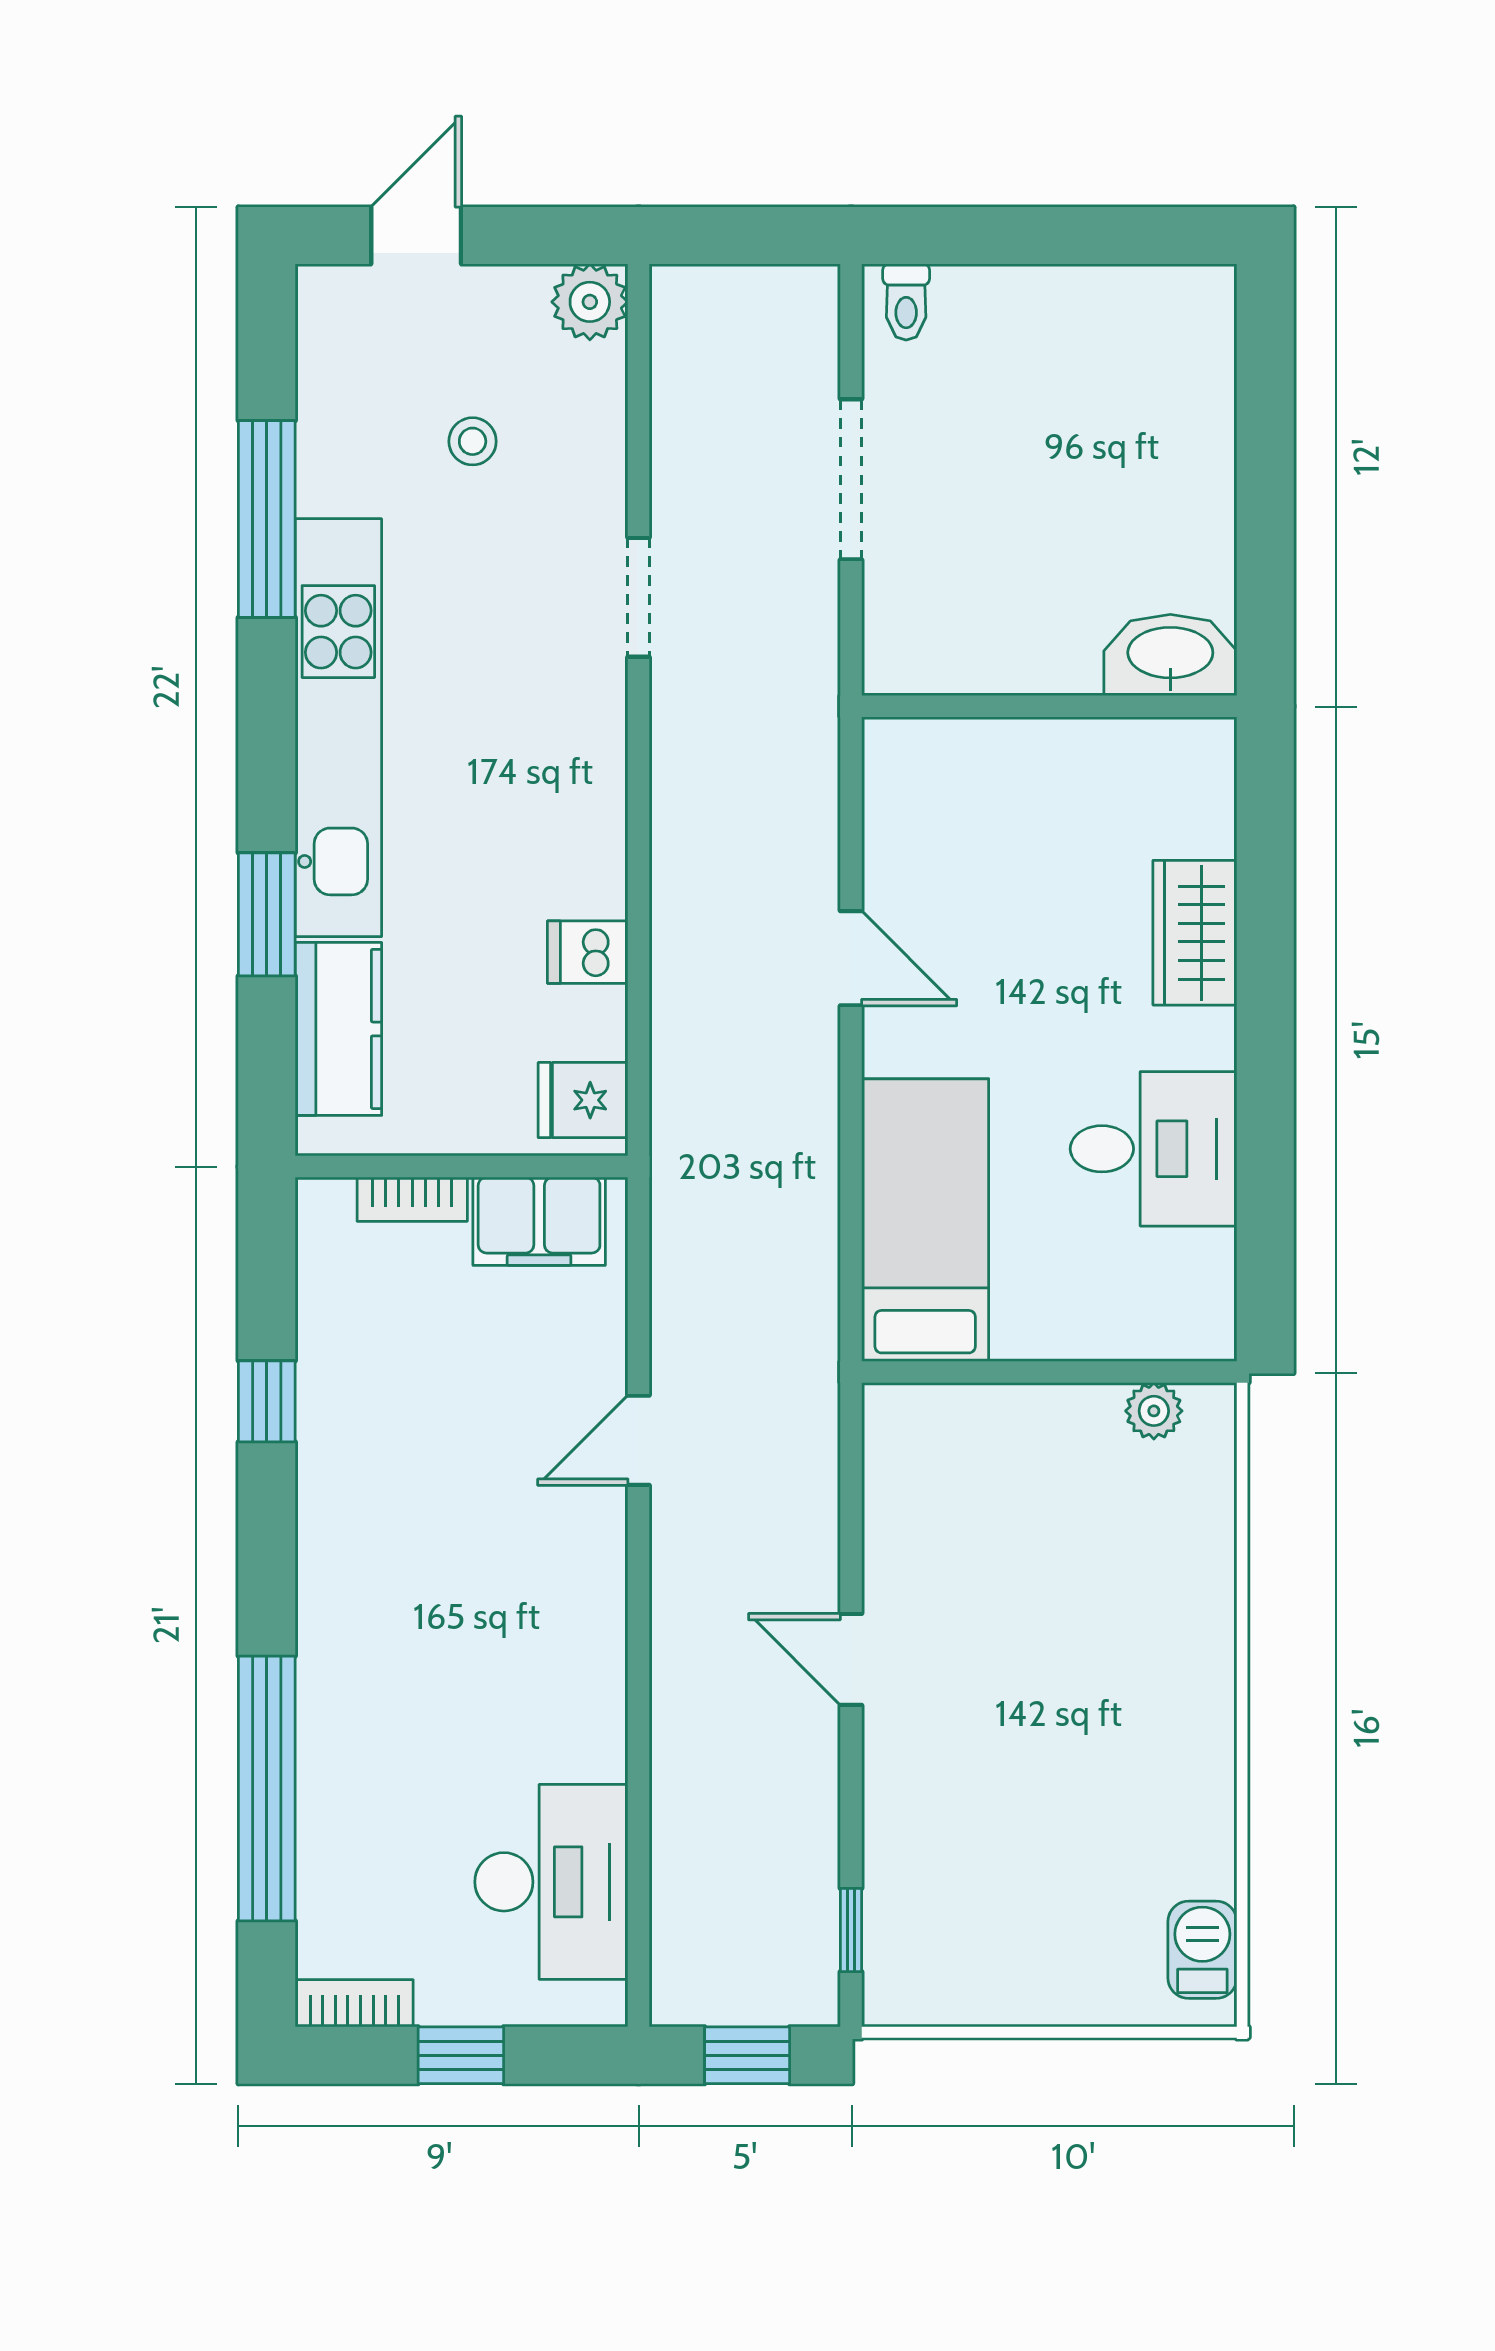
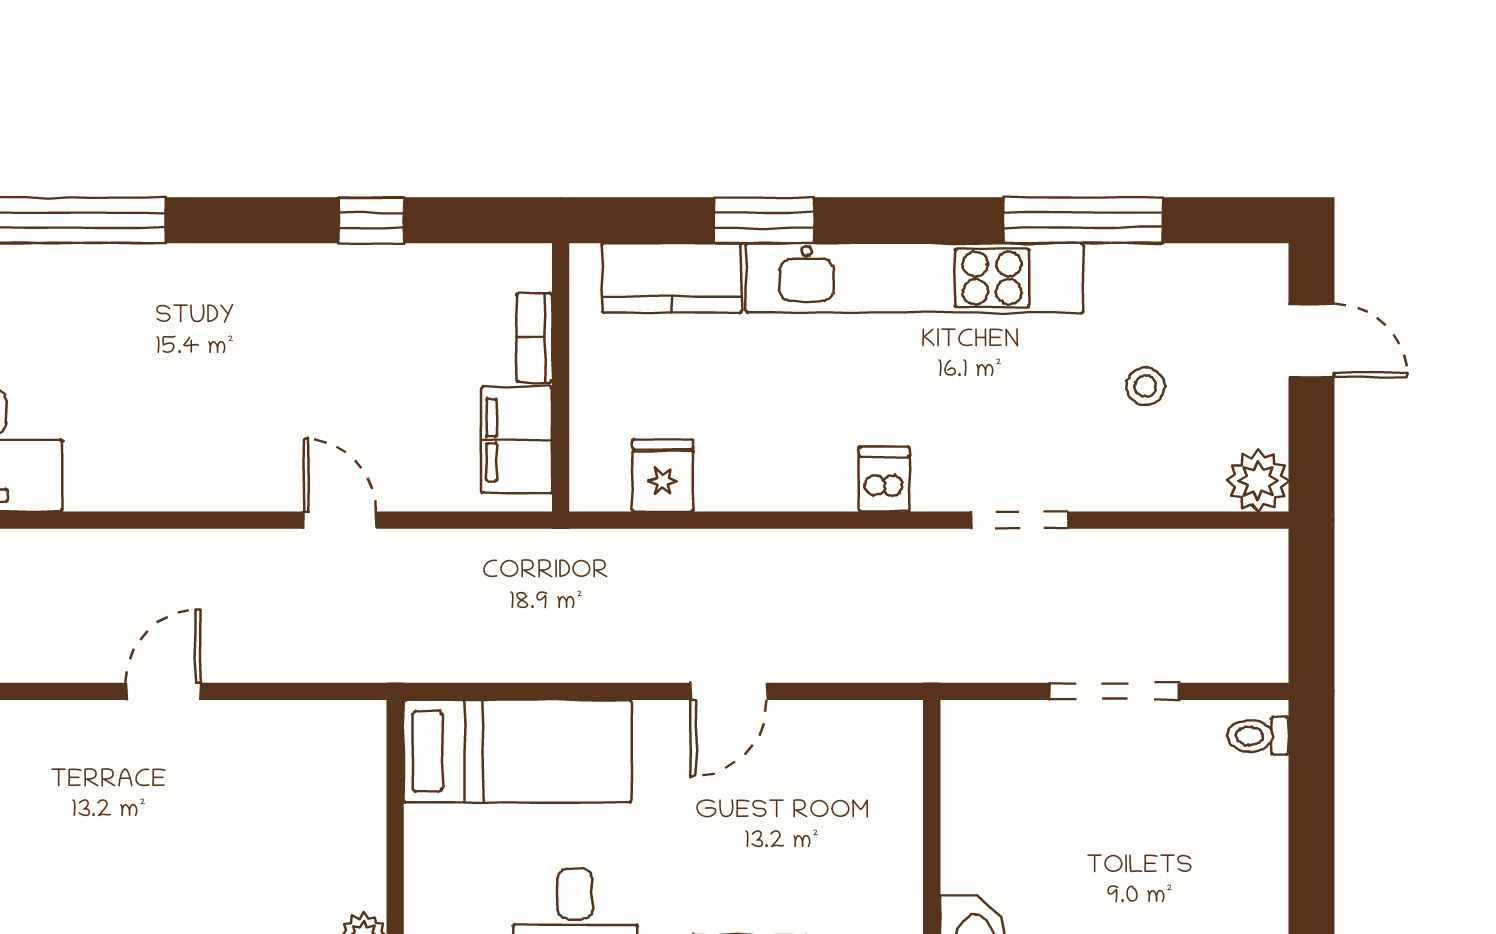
dishwasher: (588, 952) -> (884, 479), moved
fridge: (583, 1100) -> (663, 475), moved

